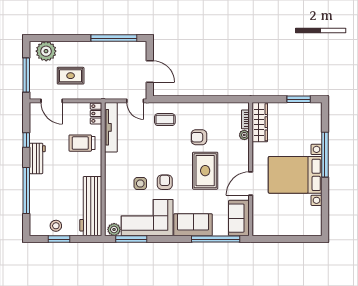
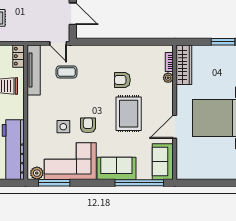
coffee table: (165, 120) -> (67, 72), moved

